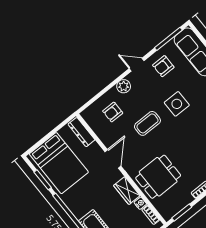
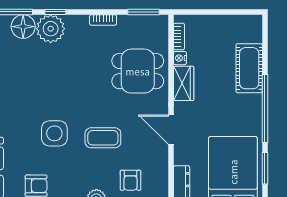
armchair: (113, 112) -> (130, 180), turned 90
door: (113, 159) -> (171, 130), hinge flipped

